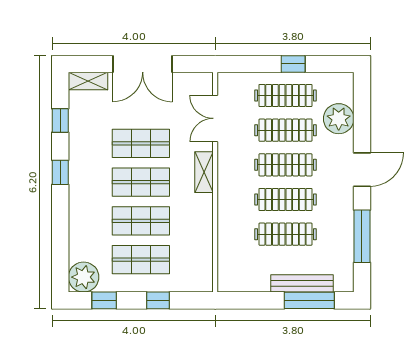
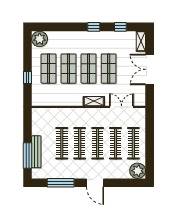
window: (293, 64) -> (150, 147), removed
plant: (339, 119) -> (138, 171), moved
window: (104, 300) -> (28, 50), removed

